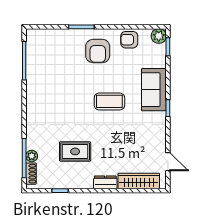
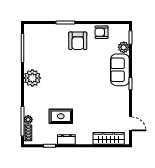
plant: (159, 36) -> (124, 47), moved
plant: (37, 101) -> (32, 78), added
coffee table: (109, 101) -> (87, 79), removed
dresser: (105, 182) -> (66, 139), moved

